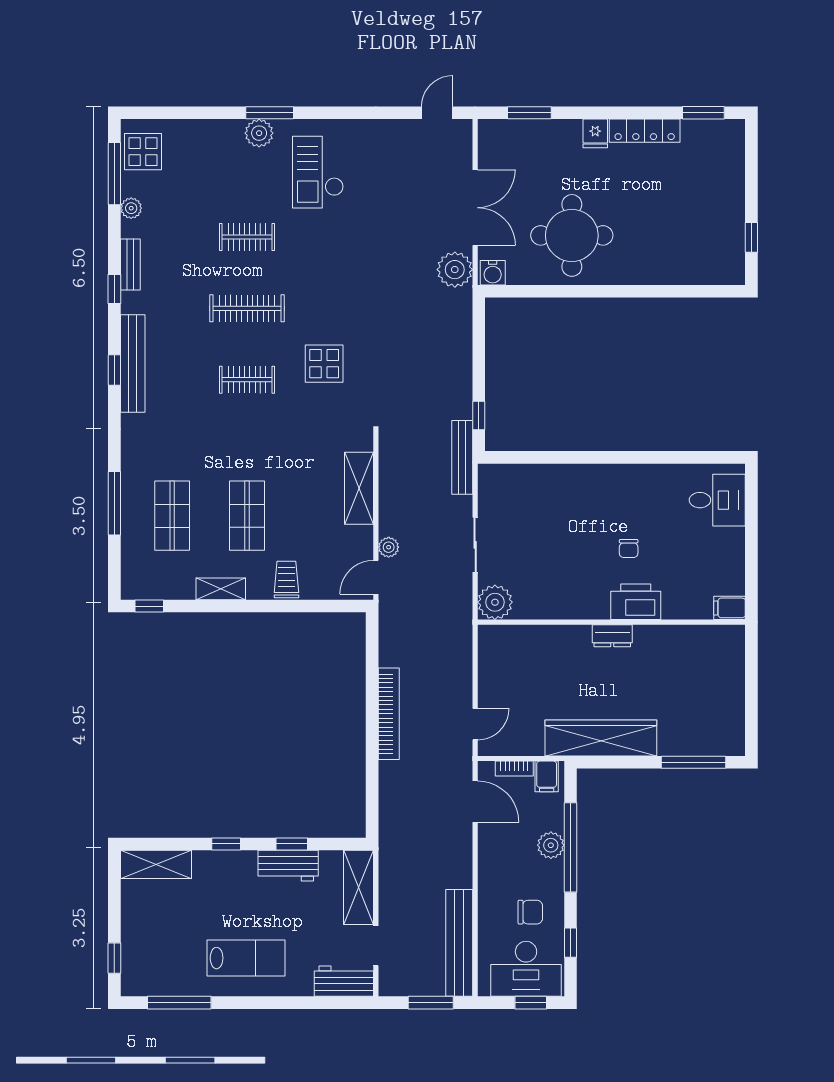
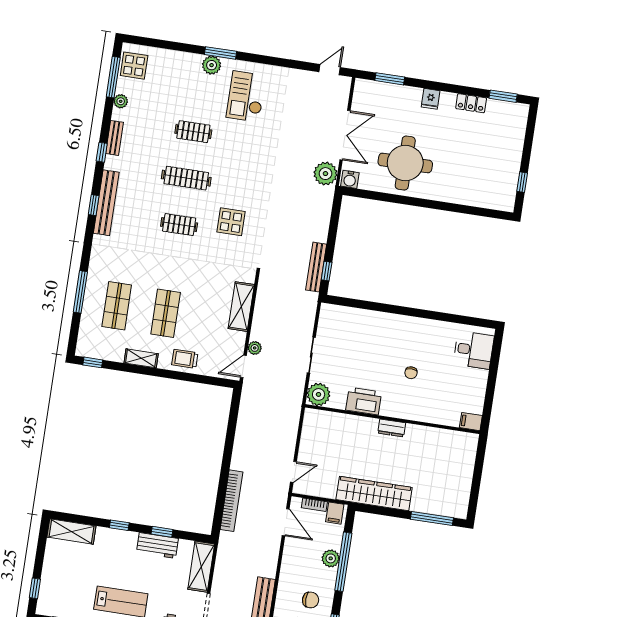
locker: (645, 131) -> (471, 103), width x0.66
bench: (462, 457) -> (316, 267), moved
trolley: (286, 580) -> (185, 359), turned -90
printer: (636, 602) -> (364, 401), moved
bookcase: (389, 714) -> (231, 501), moved

